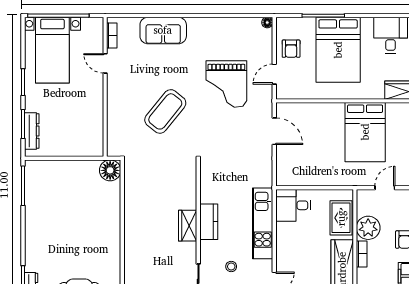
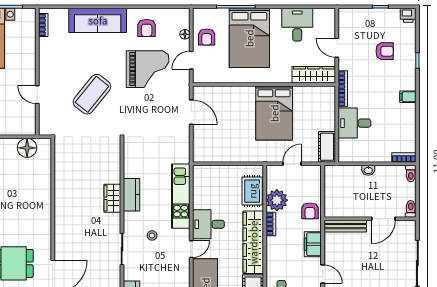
floor lamp: (267, 23) -> (185, 34), moved
sofa: (163, 30) -> (98, 20), width x1.36
armchair: (225, 39) -> (147, 28), added
door: (105, 63) -> (37, 95), moved
grand piano: (226, 84) -> (148, 69), turned -90
floor lamp: (110, 170) -> (27, 148), moved
desk: (293, 205) -> (208, 224), moved

